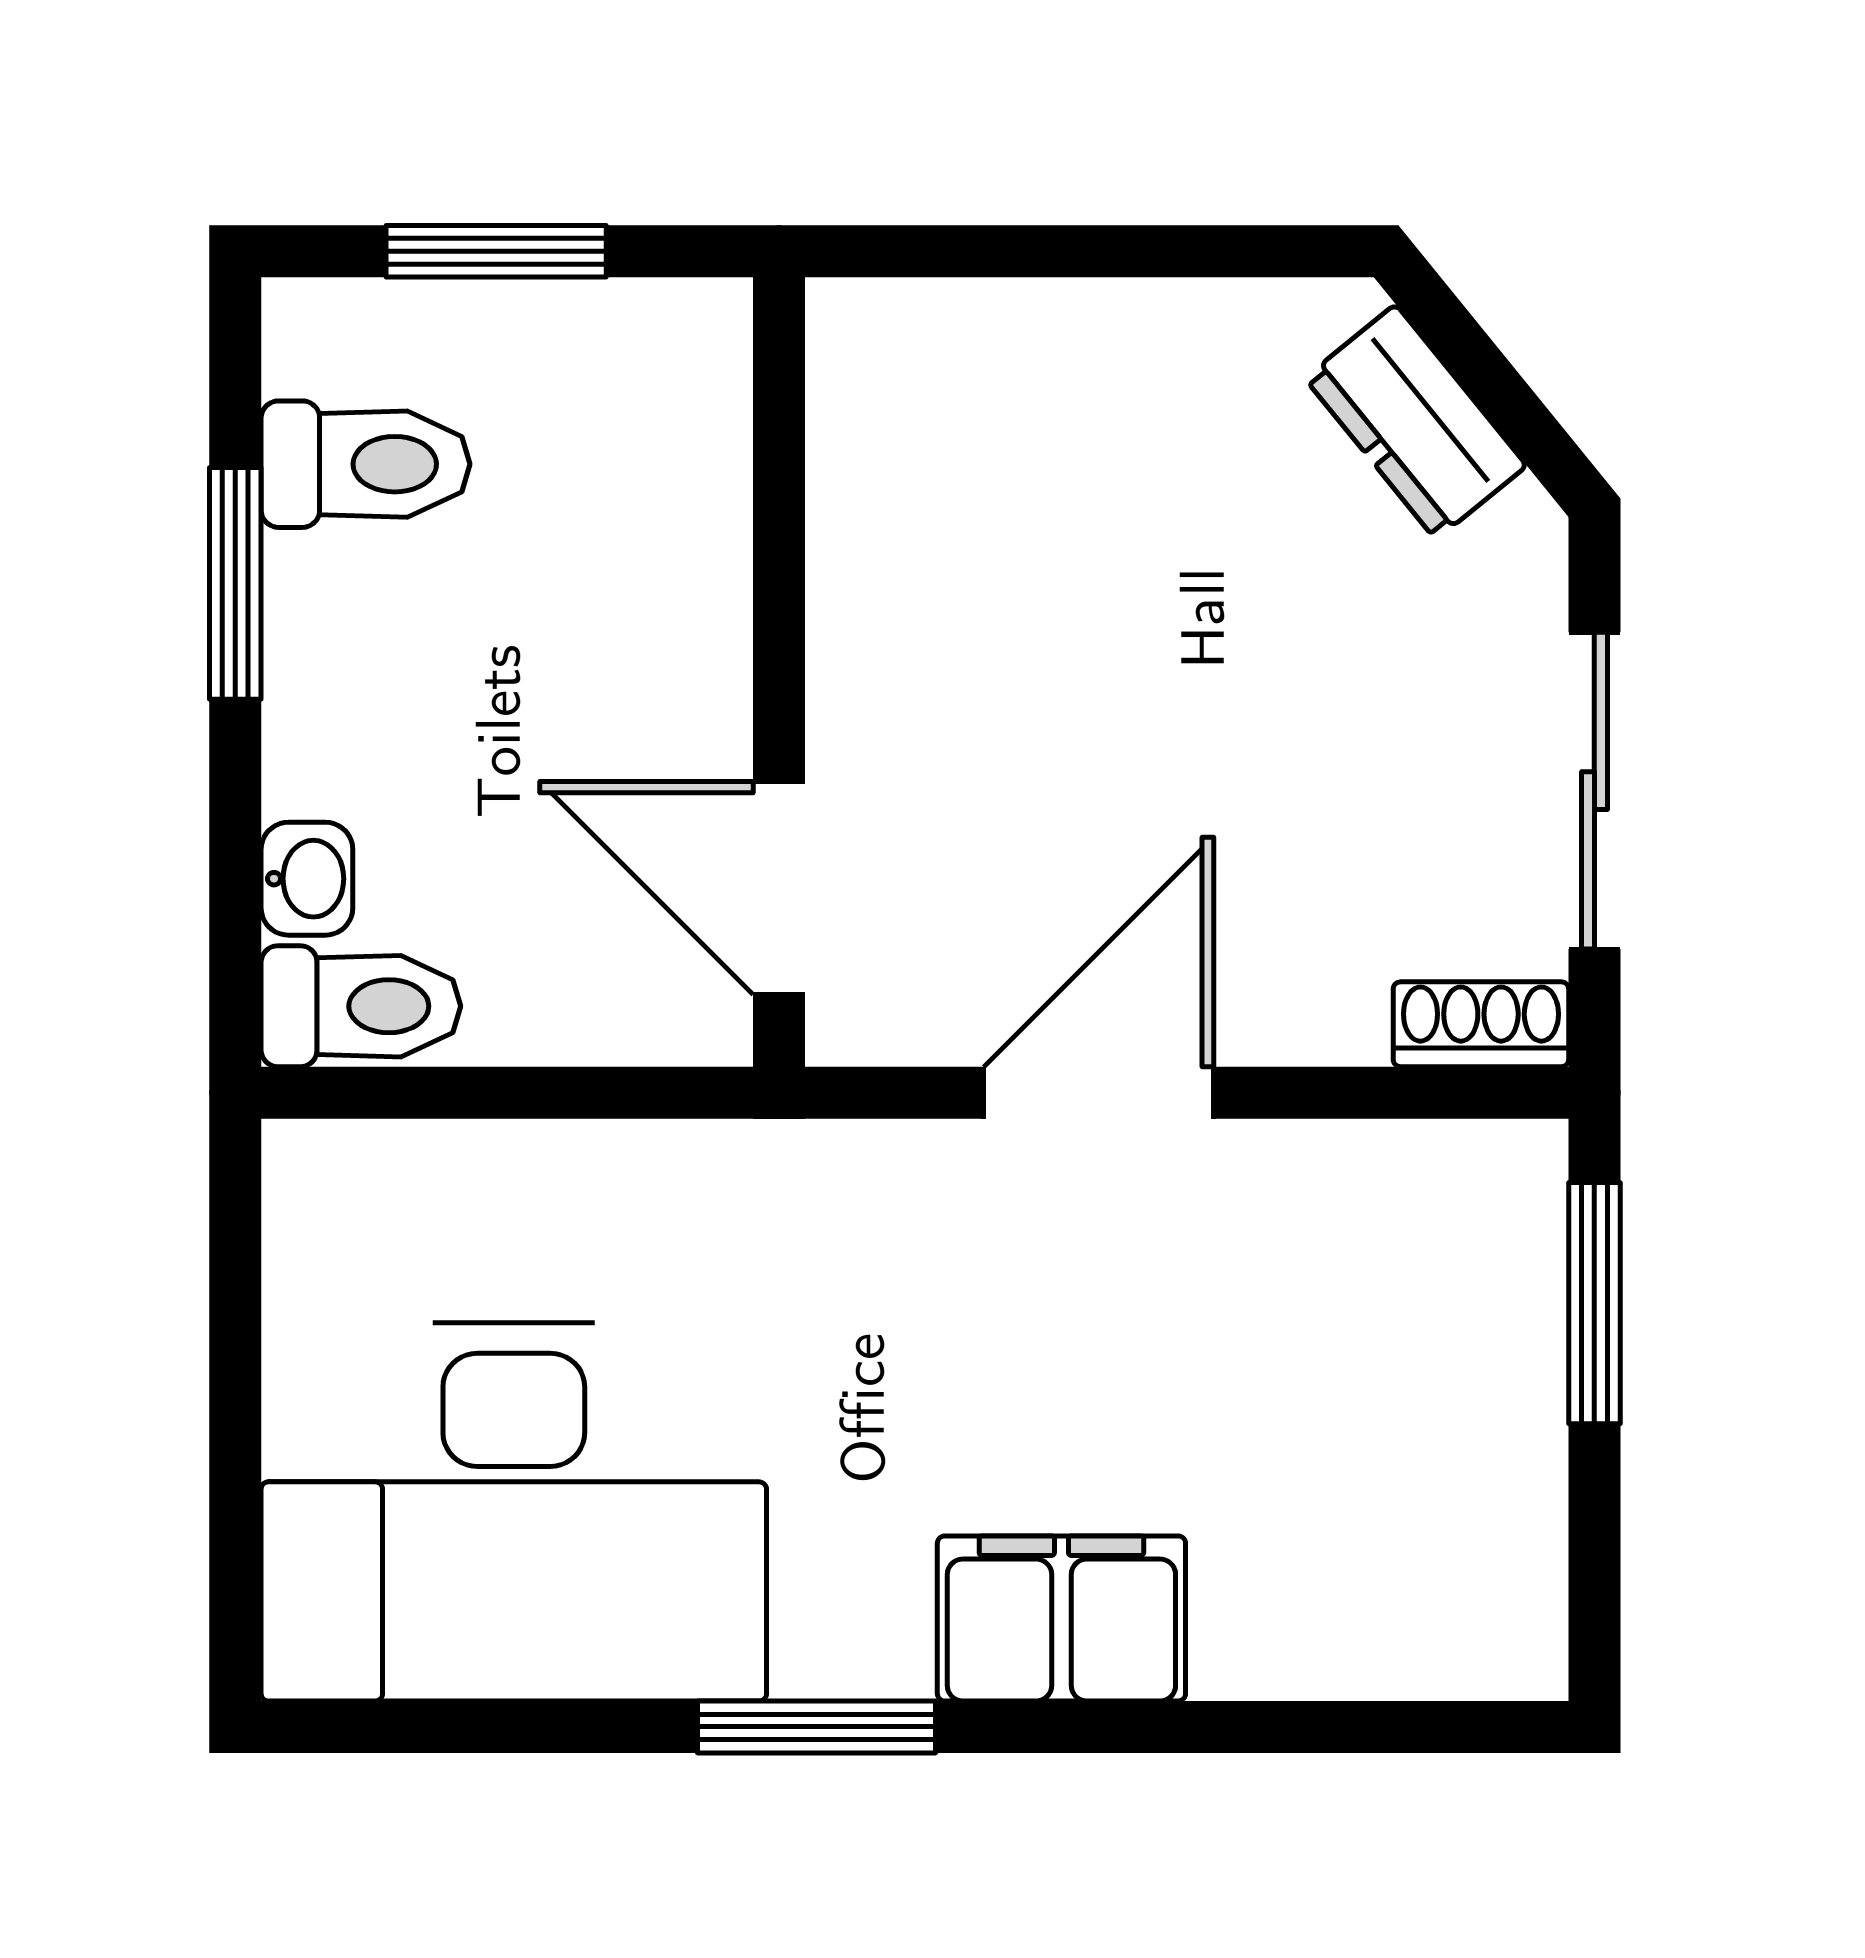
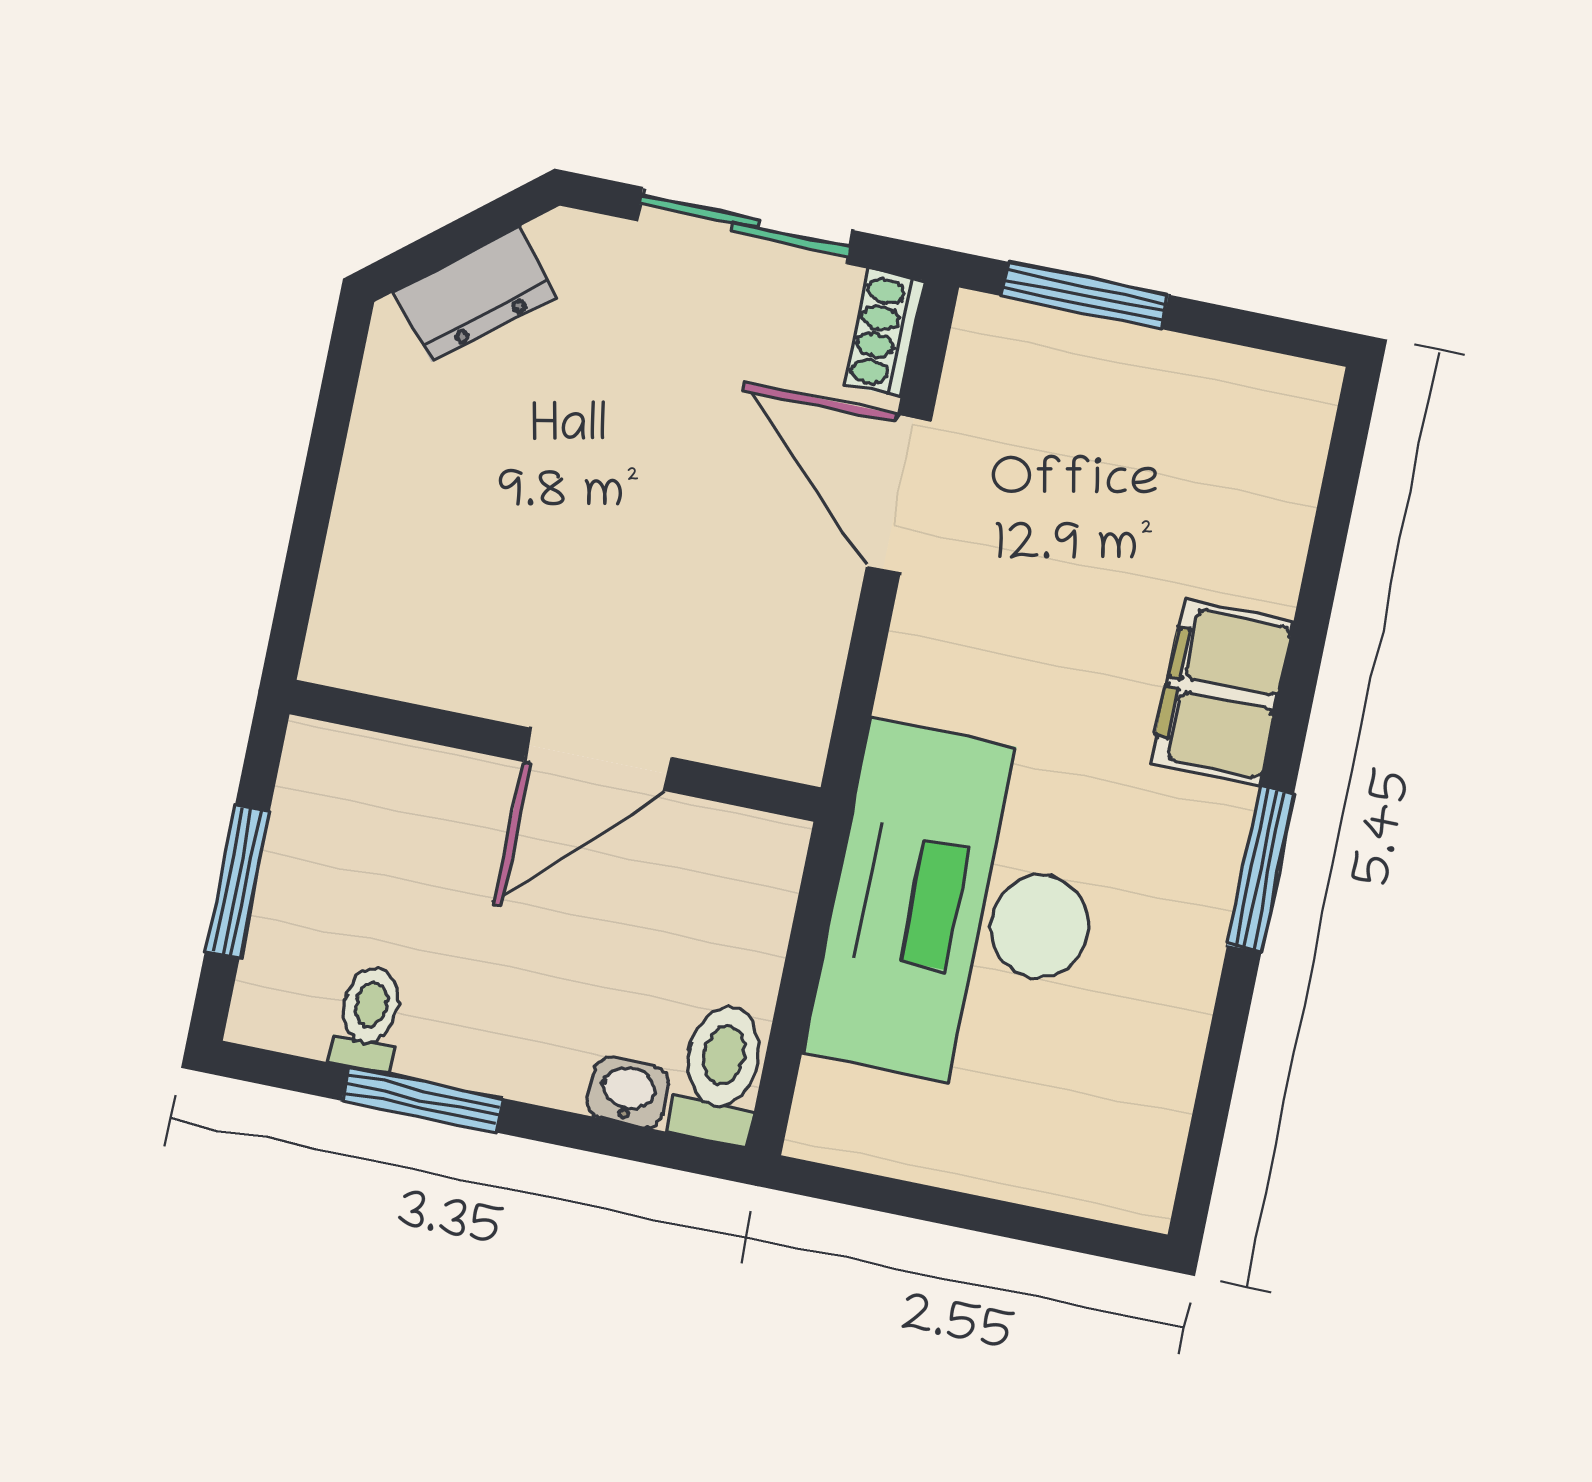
toilet: (366, 464) -> (368, 1018), width x0.73, depth x0.72
door: (779, 888) -> (598, 759), moved
door: (1099, 1093) -> (899, 494), moved
desk: (514, 1512) -> (962, 910), moved, turned 180

